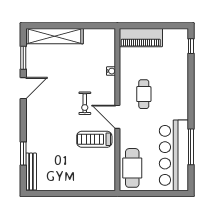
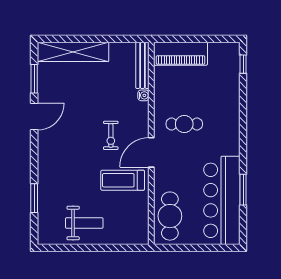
cafe table: (144, 94) -> (184, 124), turned 90
door: (117, 117) -> (151, 152), hinge flipped
window: (191, 147) -> (243, 190), width x0.69
bench: (31, 172) -> (142, 65), moved
weight bench: (63, 174) -> (84, 223), added

